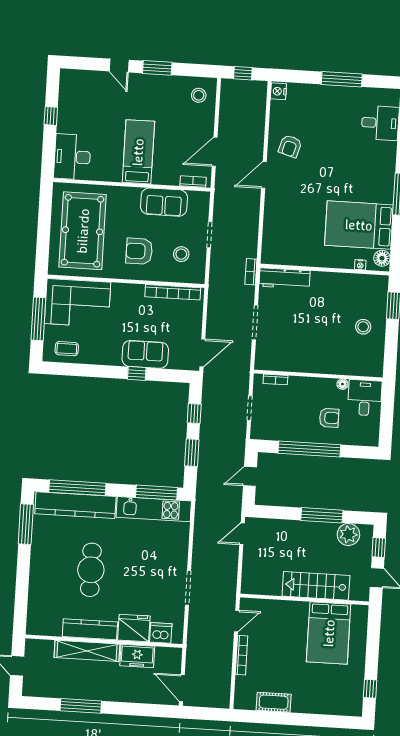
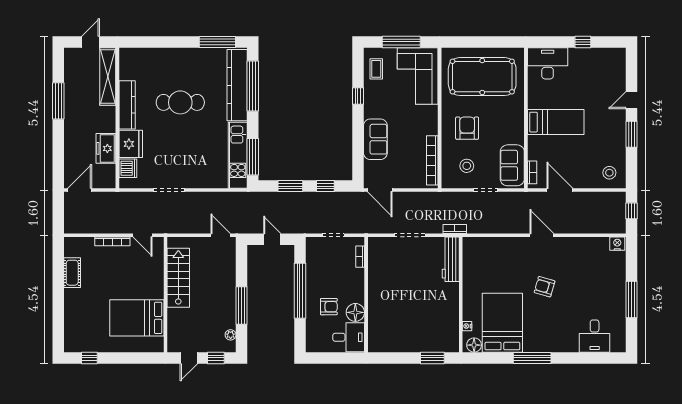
armchair: (290, 146) -> (545, 287), moved
sofa: (164, 202) -> (512, 165), moved
stool: (363, 327) -> (412, 332), removed
window: (137, 373) -> (358, 96), moved
floor lamp: (342, 384) -> (355, 312), width x1.89, depth x1.89
armchair: (329, 418) -> (329, 307), turned -90
plant: (348, 534) -> (231, 335), width x0.53, depth x0.53
stairs: (316, 586) -> (178, 278), moved
shelving: (87, 651) -> (108, 77), moved

